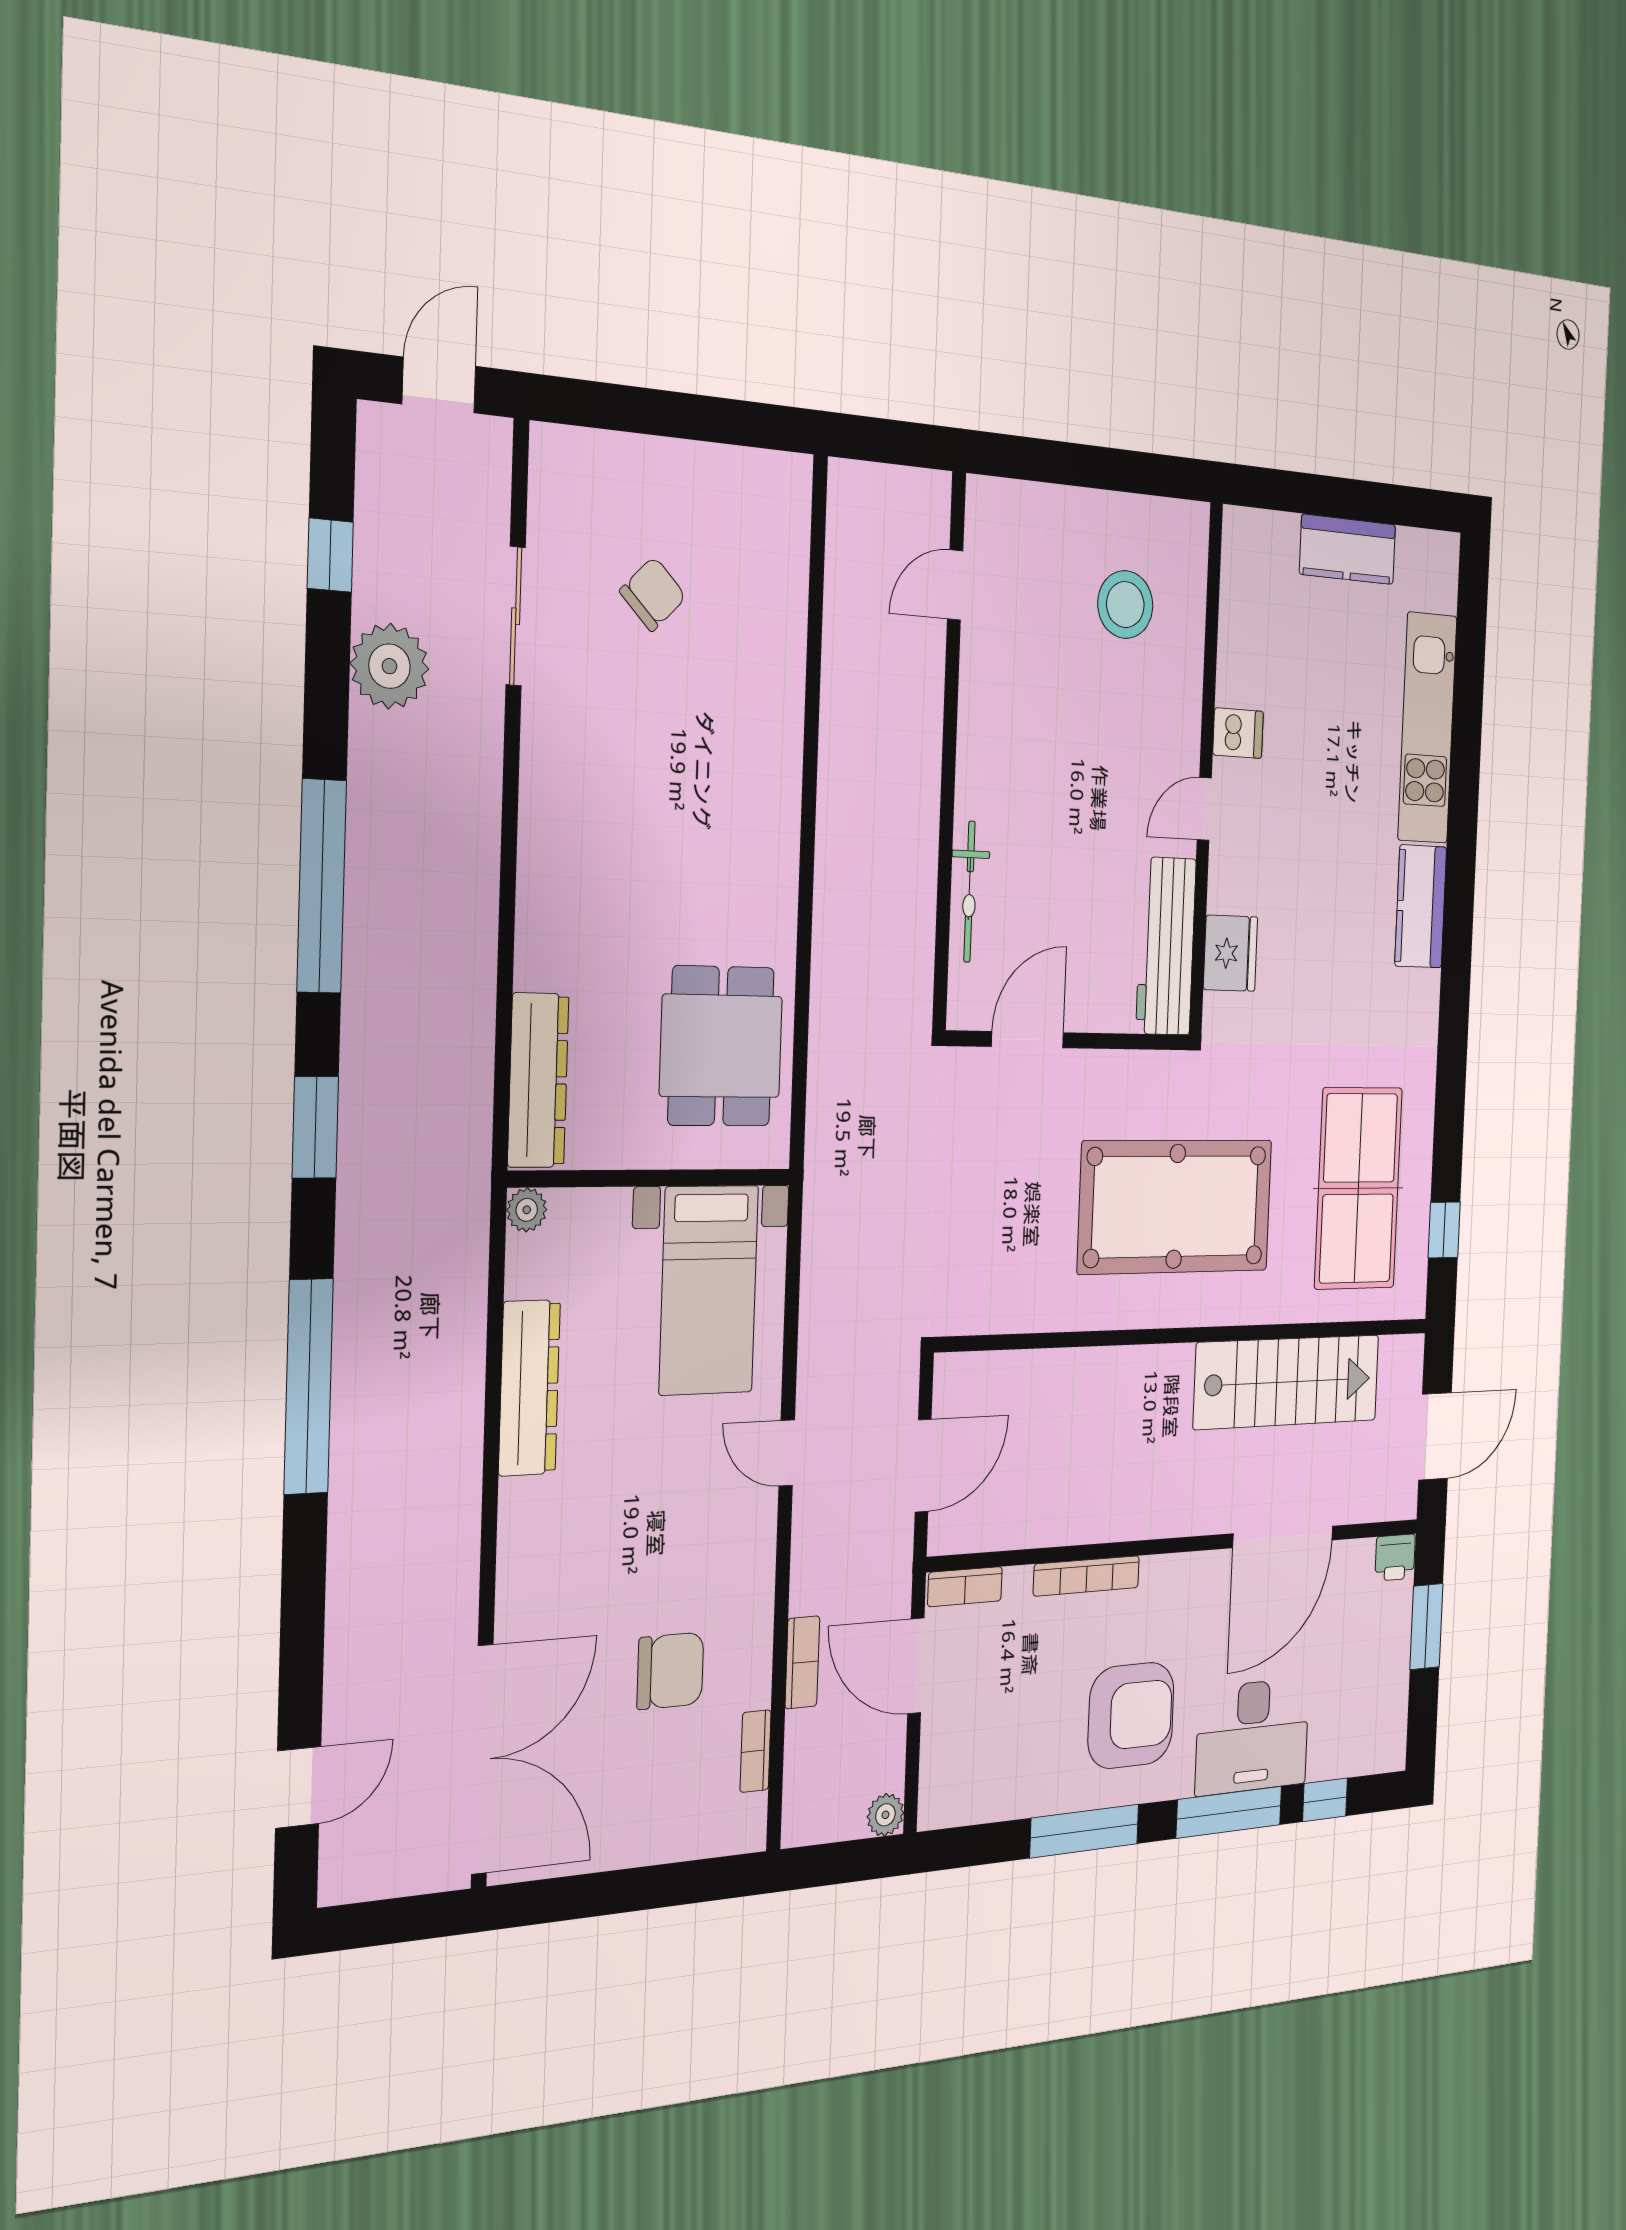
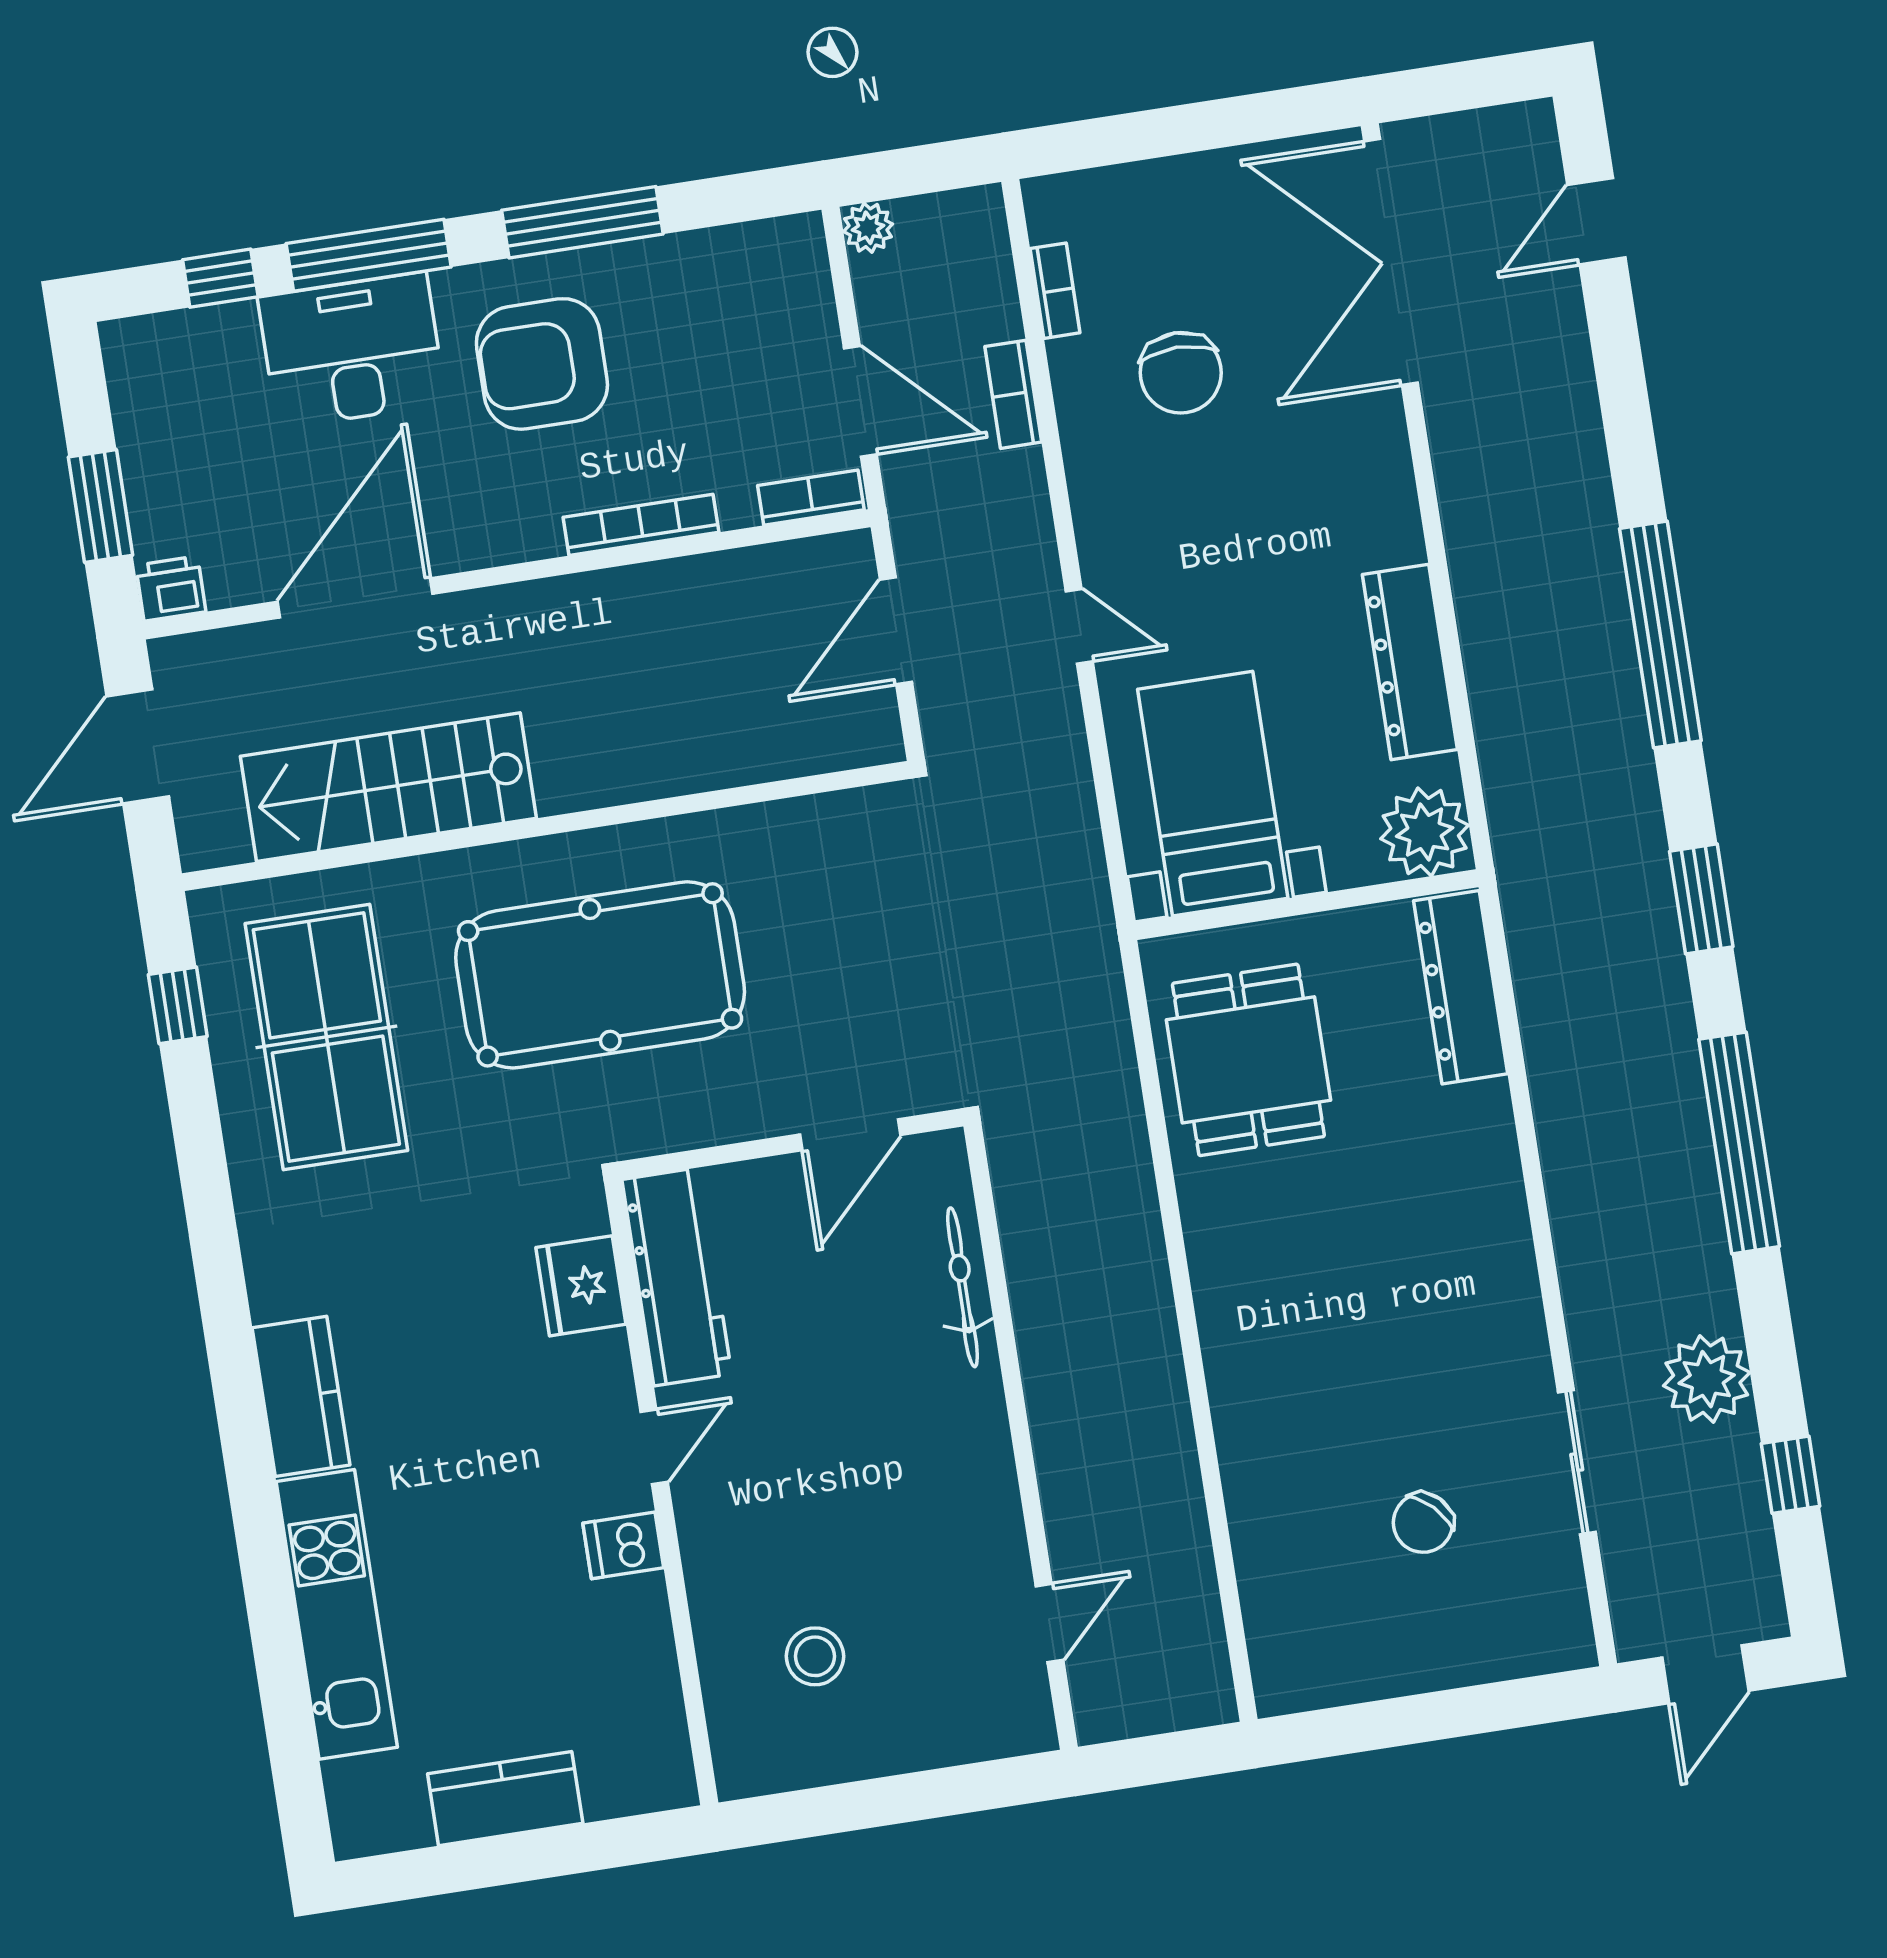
stool: (1125, 605) -> (815, 1656), width x0.73, depth x0.73
plant: (527, 1210) -> (1425, 832), width x1.87, depth x1.87
chair: (670, 1671) -> (1181, 373), turned -90

